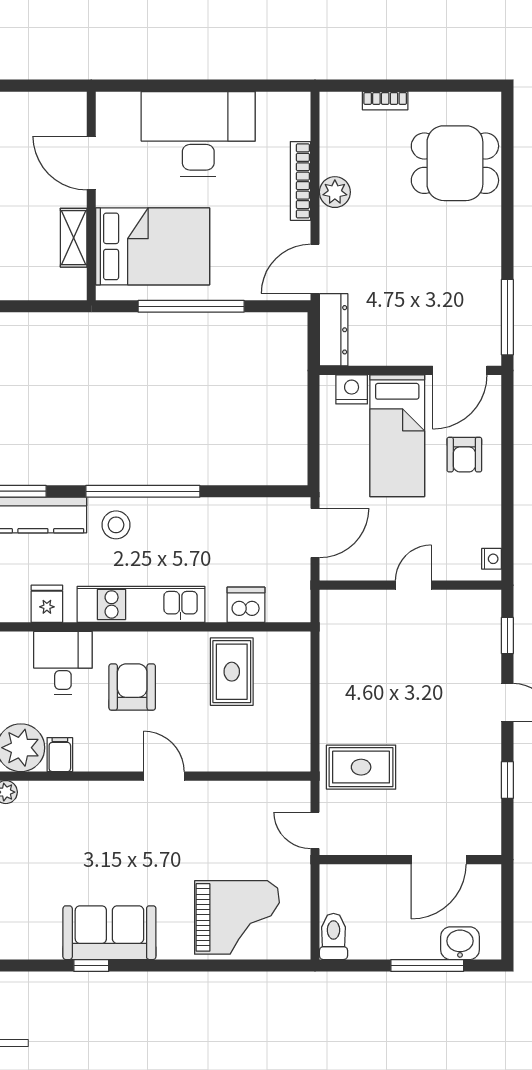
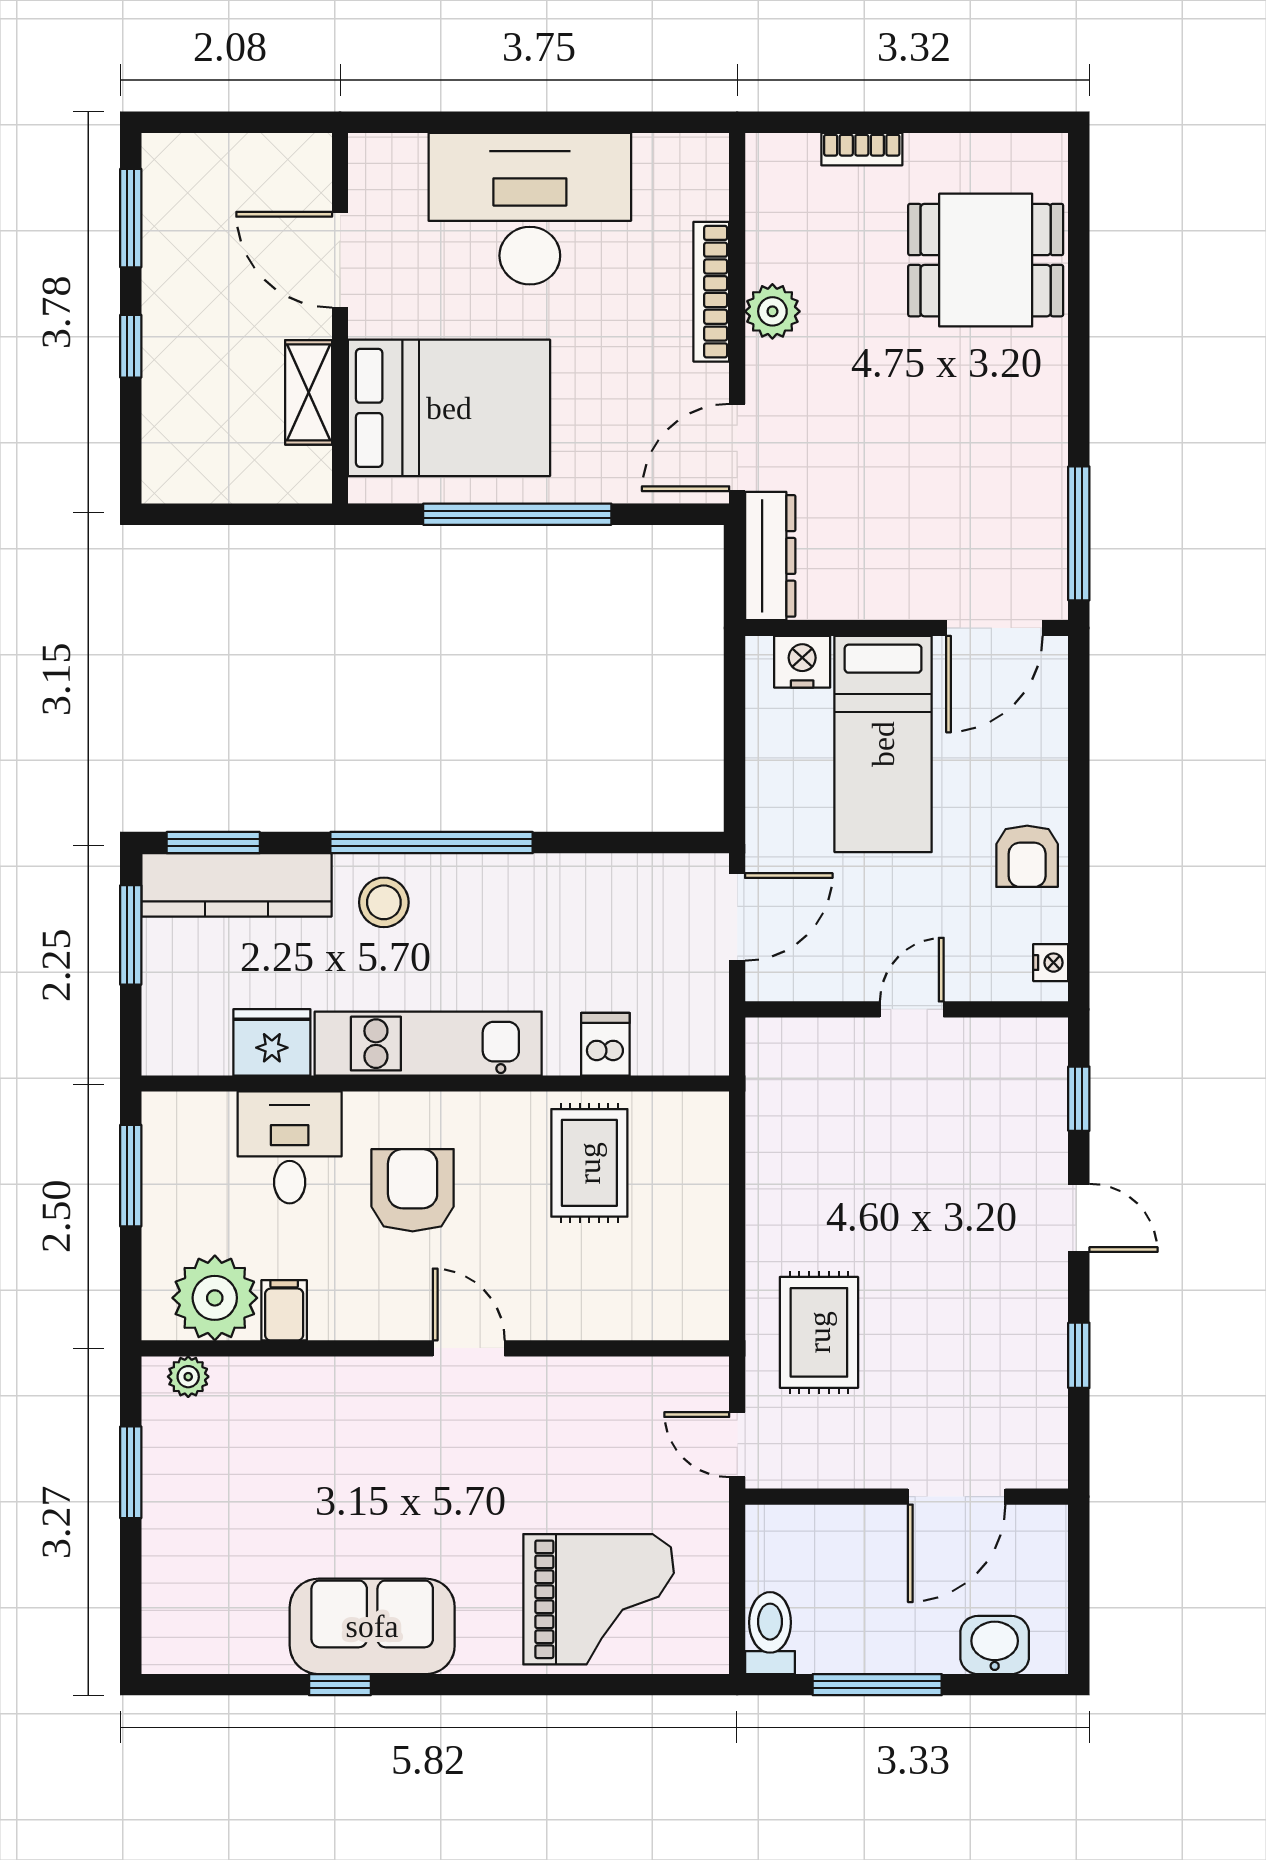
armchair: (464, 455) -> (1027, 856), moved
fridge: (47, 604) -> (272, 1042), width x1.38
dishwasher: (246, 605) -> (605, 1044), width x0.73
rug: (361, 767) -> (819, 1332), turned 90
window: (427, 966) -> (877, 1685), moved

